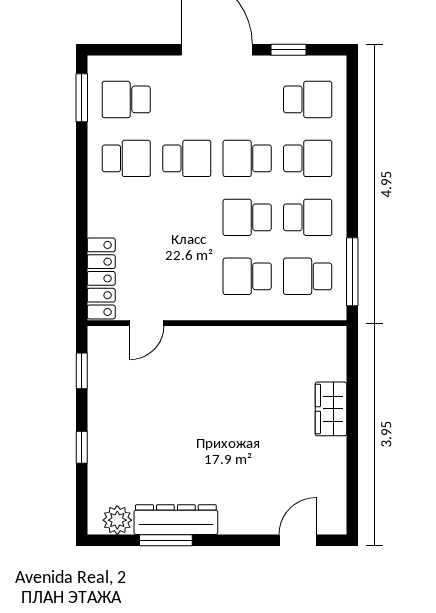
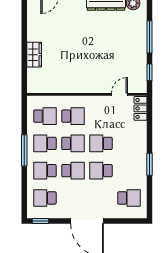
window: (288, 50) -> (40, 221), moved
window: (82, 98) -> (150, 164), moved
school desk: (126, 158) -> (101, 143), moved
window: (352, 272) -> (24, 150), moved
locker: (101, 278) -> (141, 108), width x0.66
window: (82, 447) -> (150, 37), width x2.17

